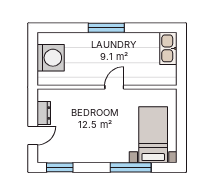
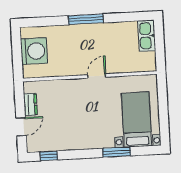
window: (60, 167) -> (49, 156), width x0.67
window: (131, 167) -> (117, 152), width x0.69

